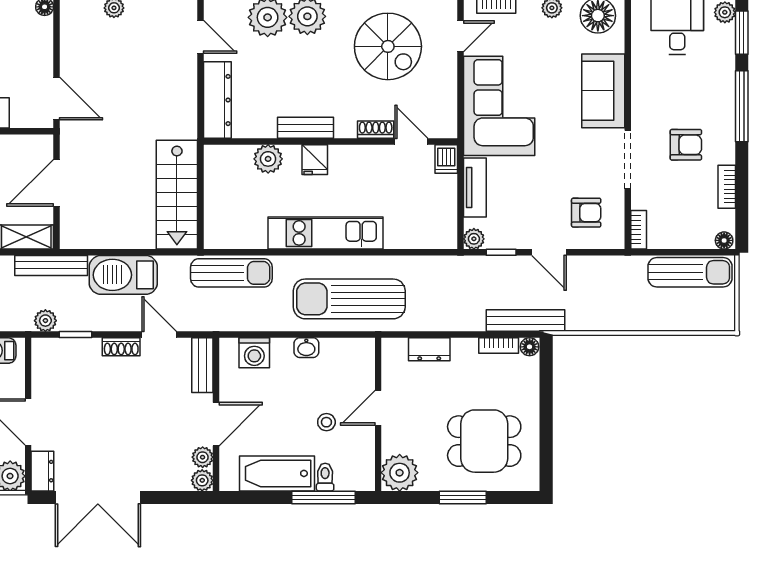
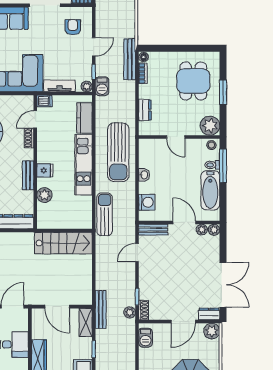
kitchen counter: (414, 235) -> (84, 118), added
barbecue: (123, 275) -> (102, 86), moved, width x0.53, depth x0.65
shoe rack: (121, 347) -> (144, 310), moved
stool: (326, 422) -> (211, 145), moved

